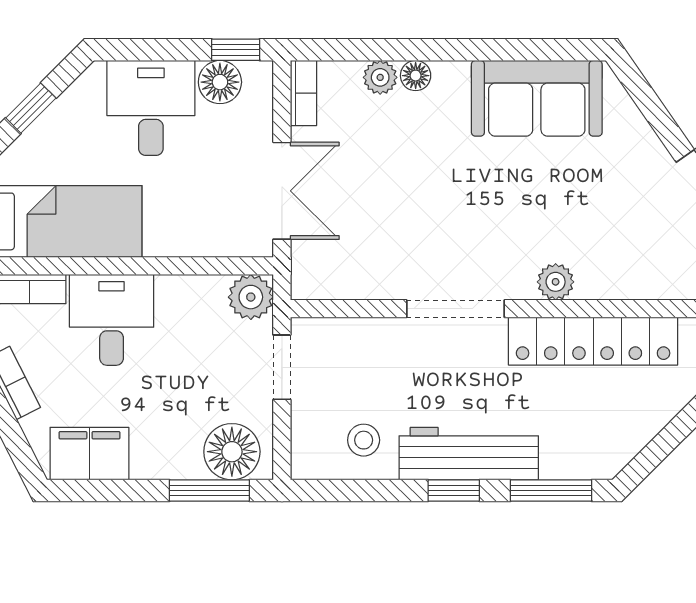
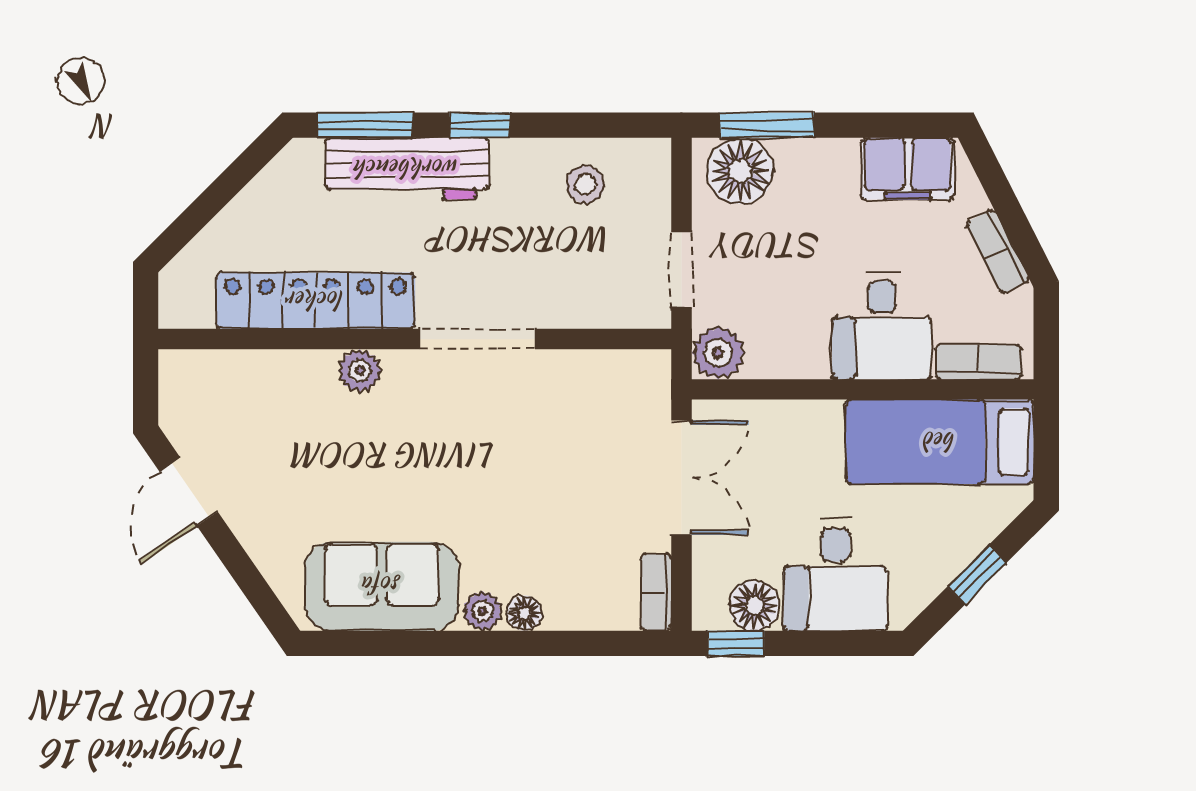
plant: (380, 77) -> (483, 611), moved
double door: (282, 191) -> (681, 478), swing flipped
workbench: (469, 454) -> (407, 169), moved

